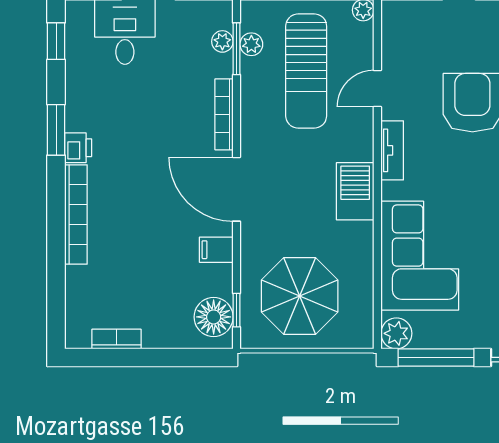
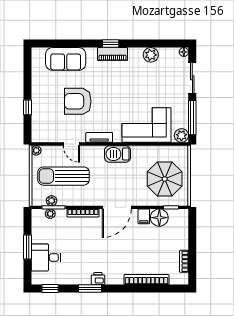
sun lounger: (306, 71) -> (64, 176), turned 180
bookcase: (76, 214) -> (146, 279), moved
floor lamp: (214, 317) -> (159, 218), moved

